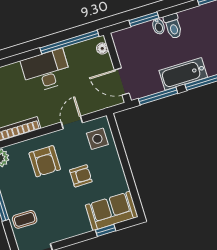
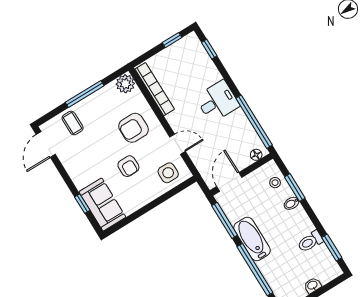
toilet: (173, 26) -> (310, 241), moved
stool: (134, 37) -> (275, 183), added
desk: (46, 71) -> (217, 101), width x0.73

